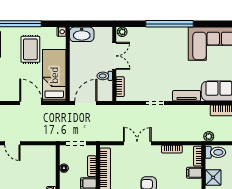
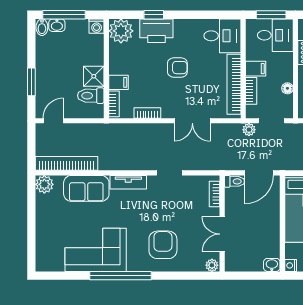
window: (169, 24) -> (120, 276), moved
washbasin: (82, 34) -> (272, 265), width x0.52, depth x0.69
armchair: (160, 48) -> (163, 245), added
toilet: (105, 76) -> (234, 181), moved
plant: (209, 136) -> (249, 130), moved
toilet: (215, 152) -> (91, 96), moved

